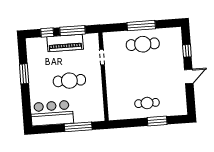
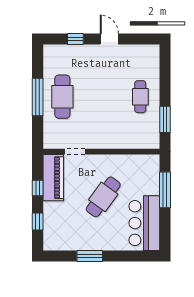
window: (72, 31) -> (38, 188), width x0.46
piano: (65, 43) -> (53, 178), moved
cafe table: (69, 81) -> (103, 197), turned 36
window: (157, 121) -> (165, 119), moved

